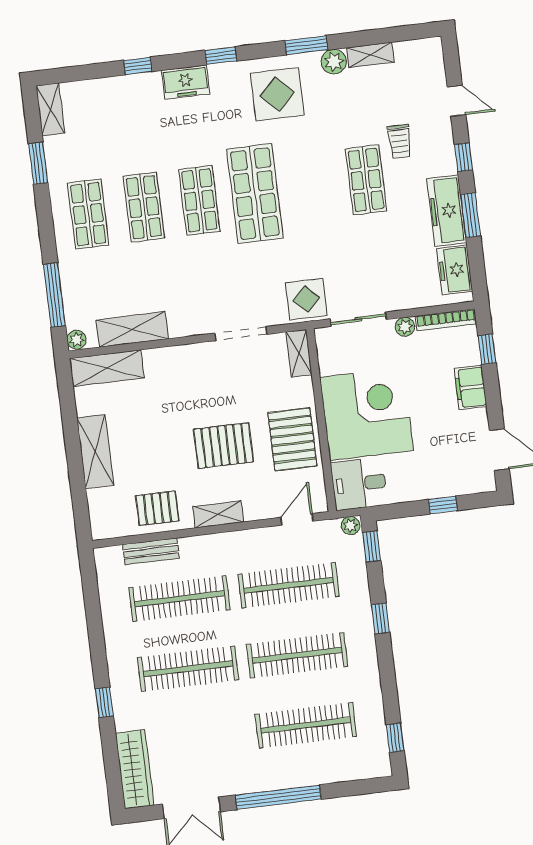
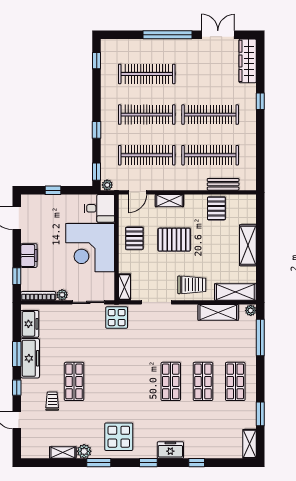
shop shelf: (255, 194) -> (139, 381), removed
trolley: (183, 371) -> (192, 285), added
pallet: (292, 439) -> (134, 238), width x0.67, depth x0.71
pallet: (157, 508) -> (216, 208), turned 90
shelving: (218, 514) -> (169, 201), moved

